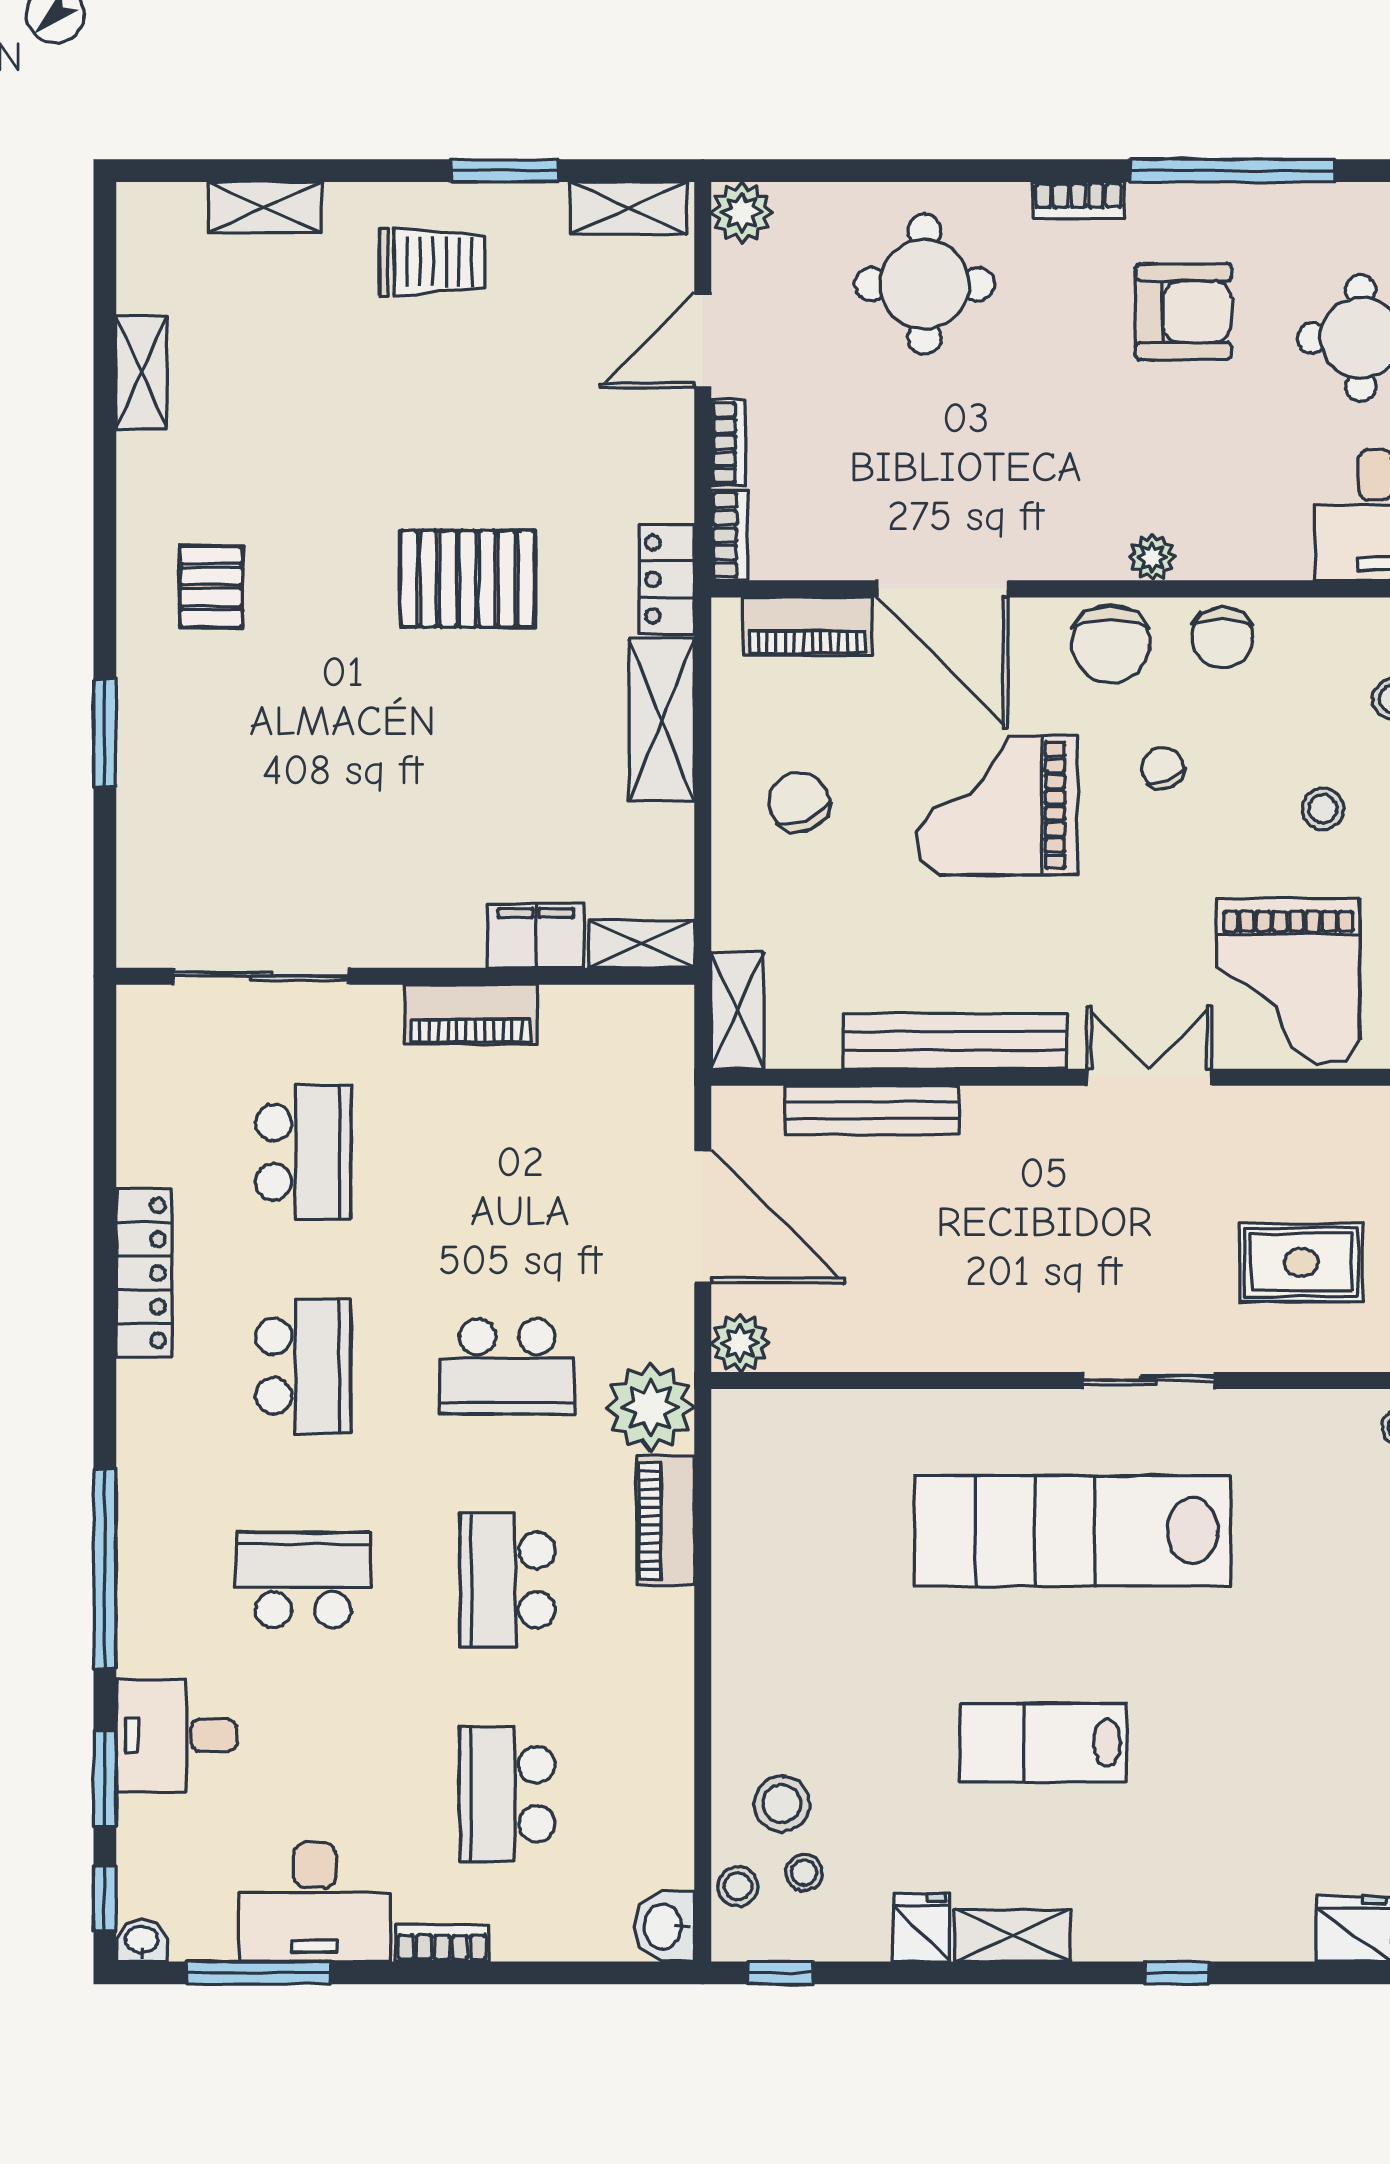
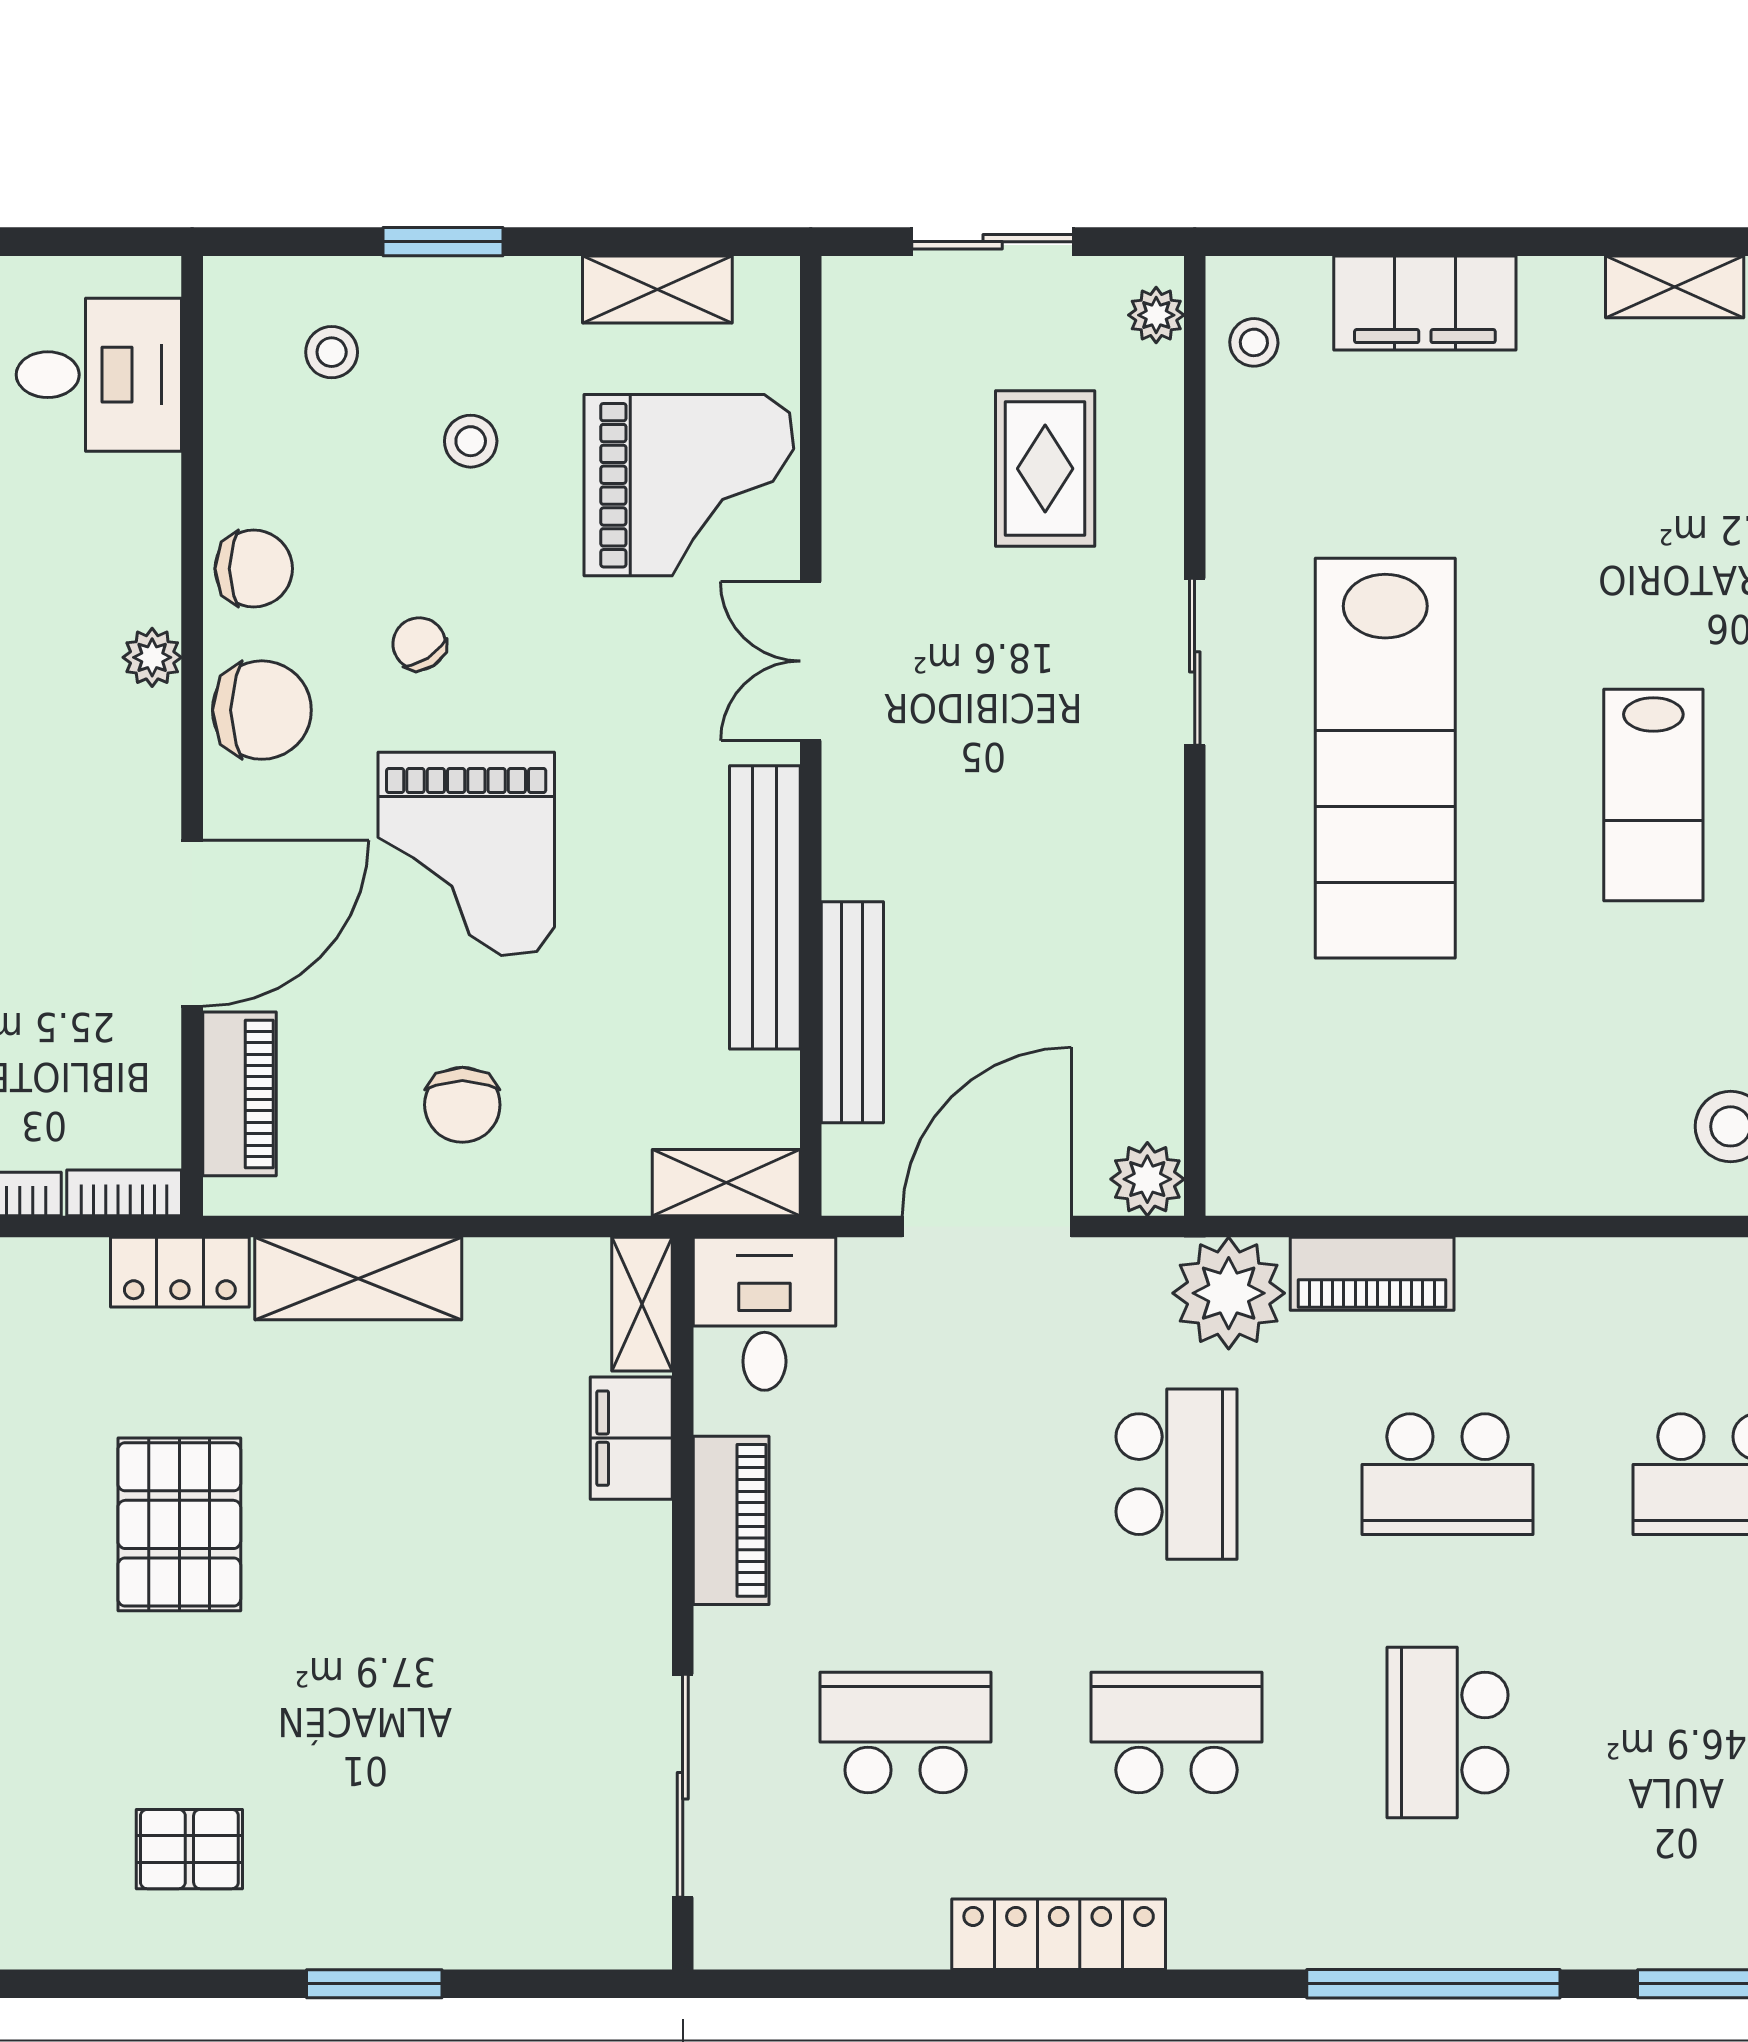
chair: (1163, 768) -> (419, 644), turned 77
chair: (799, 802) -> (462, 1105), turned -67
desk: (177, 1736) -> (764, 1314), moved, turned 180

